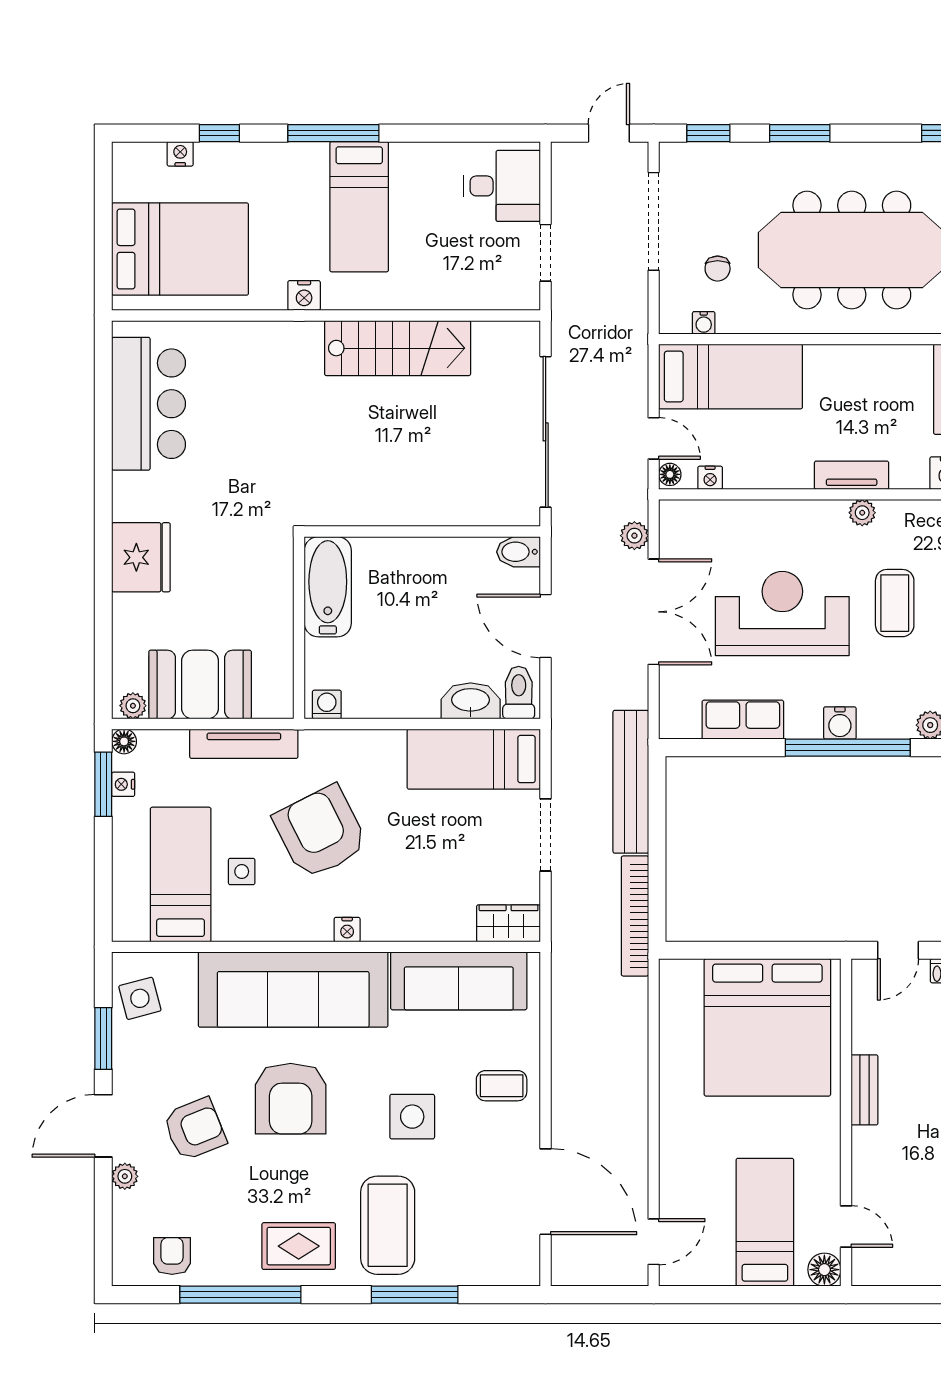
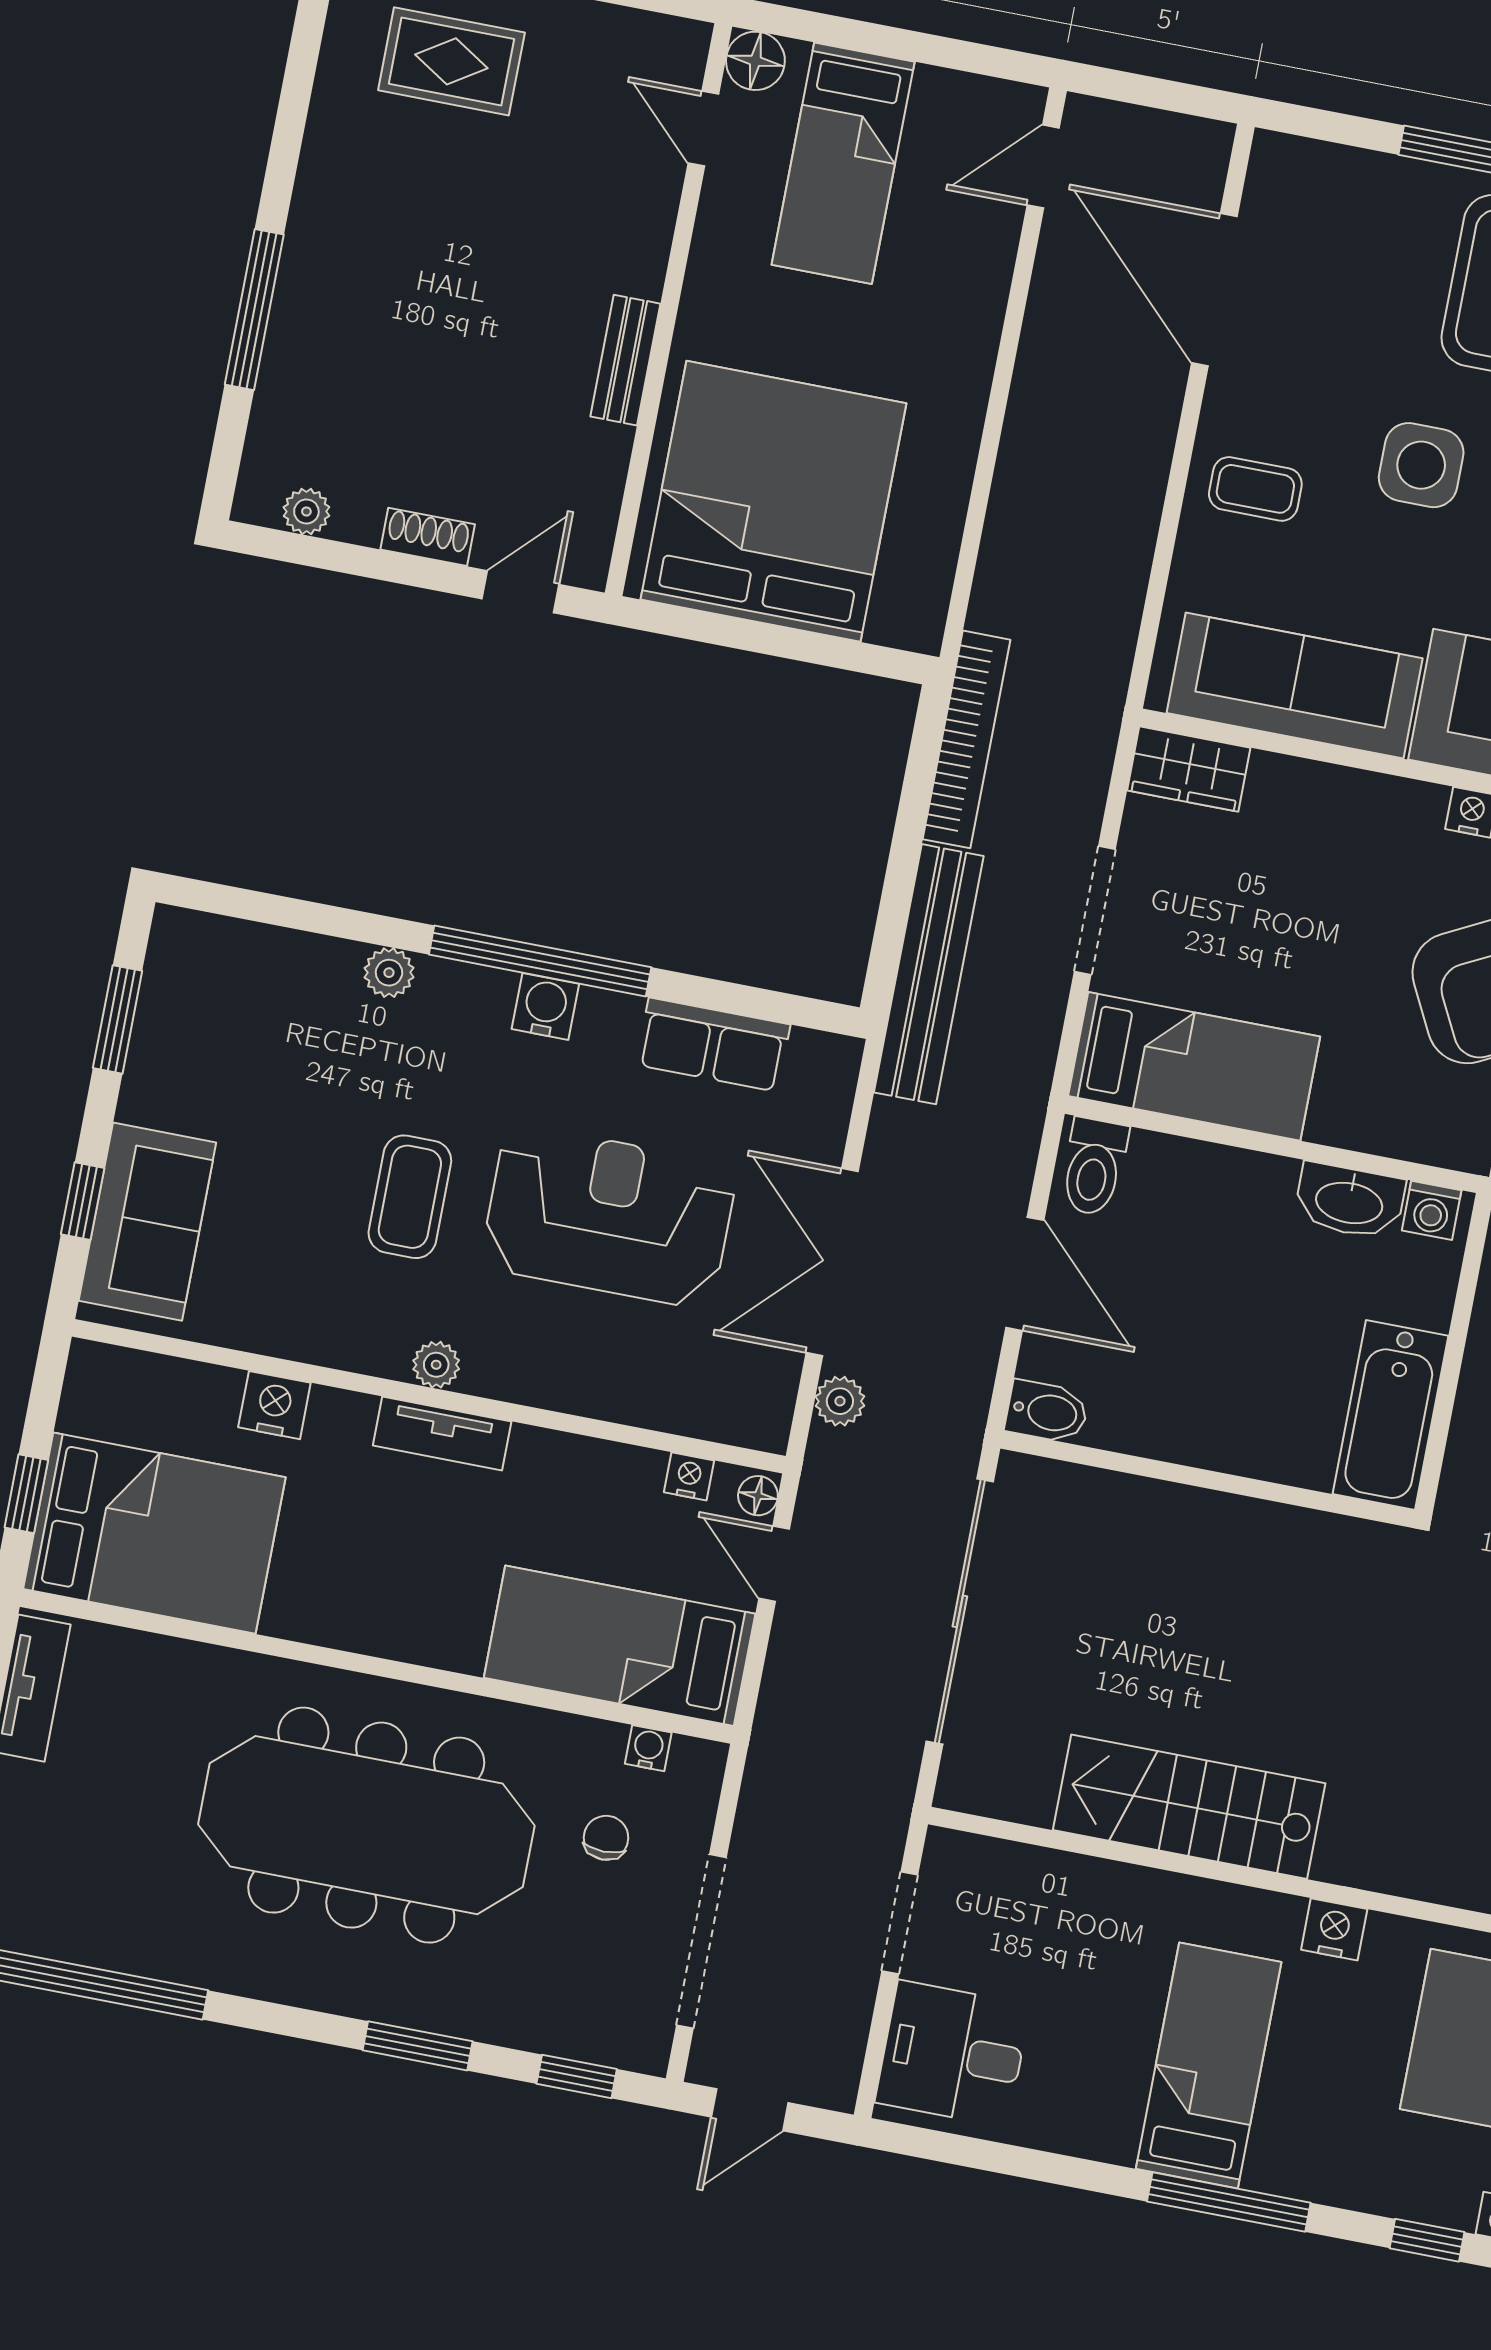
reception desk: (782, 613) -> (609, 1216), turned 180
washbasin: (471, 701) -> (1349, 1201), moved

